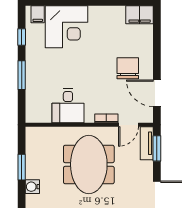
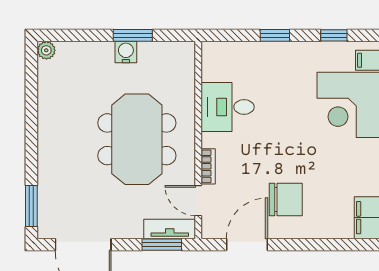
window: (22, 75) -> (275, 35), width x0.67
meeting table: (89, 164) -> (137, 139), turned 90
water cooler: (32, 187) -> (126, 52), moved

